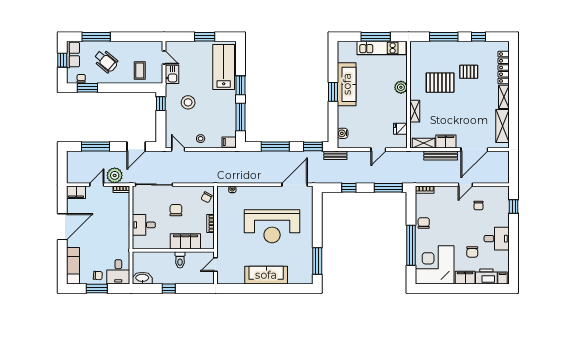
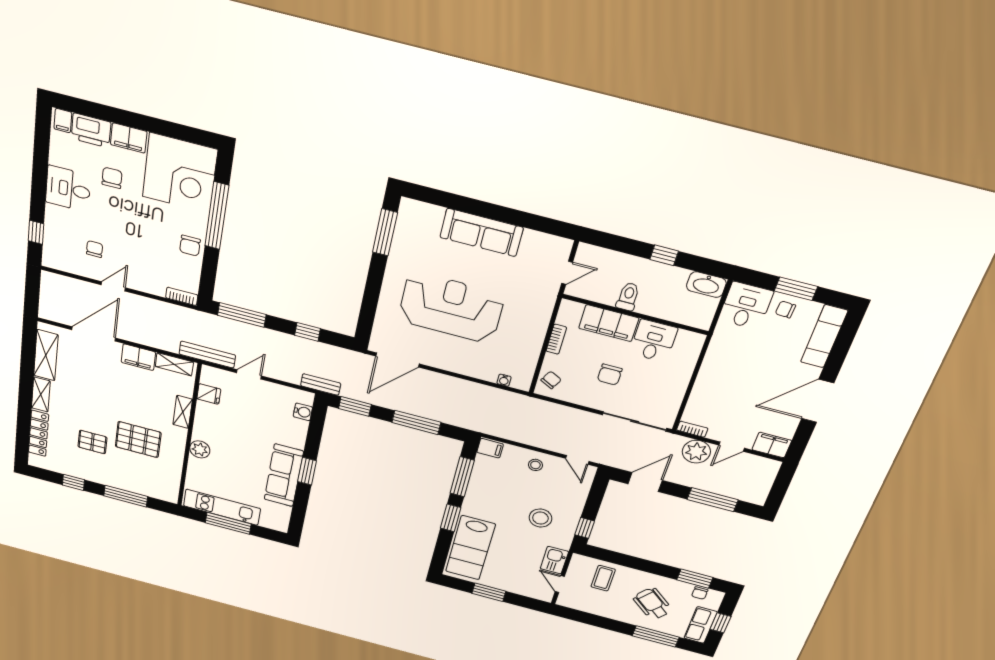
bench: (441, 156) -> (207, 355), moved
desk: (144, 225) -> (653, 341), moved, turned -90

